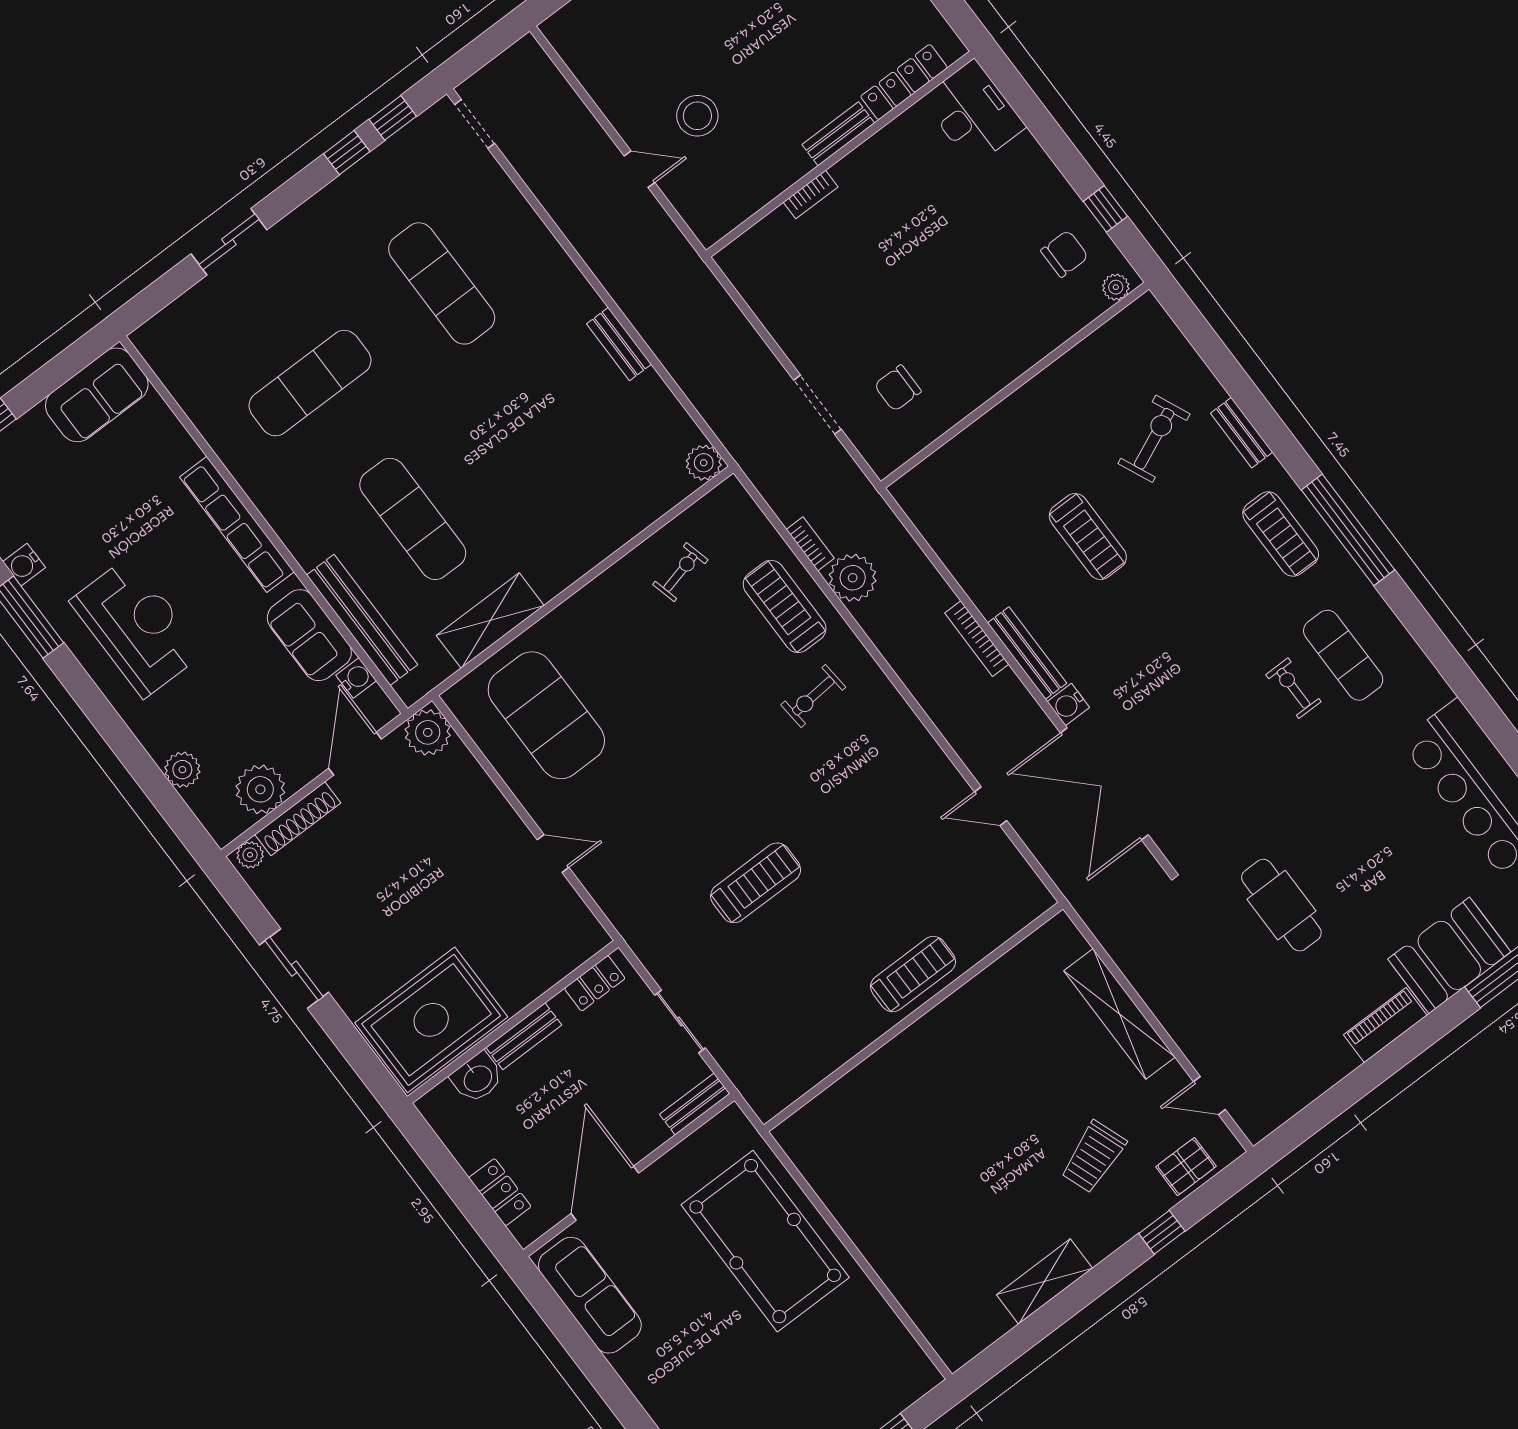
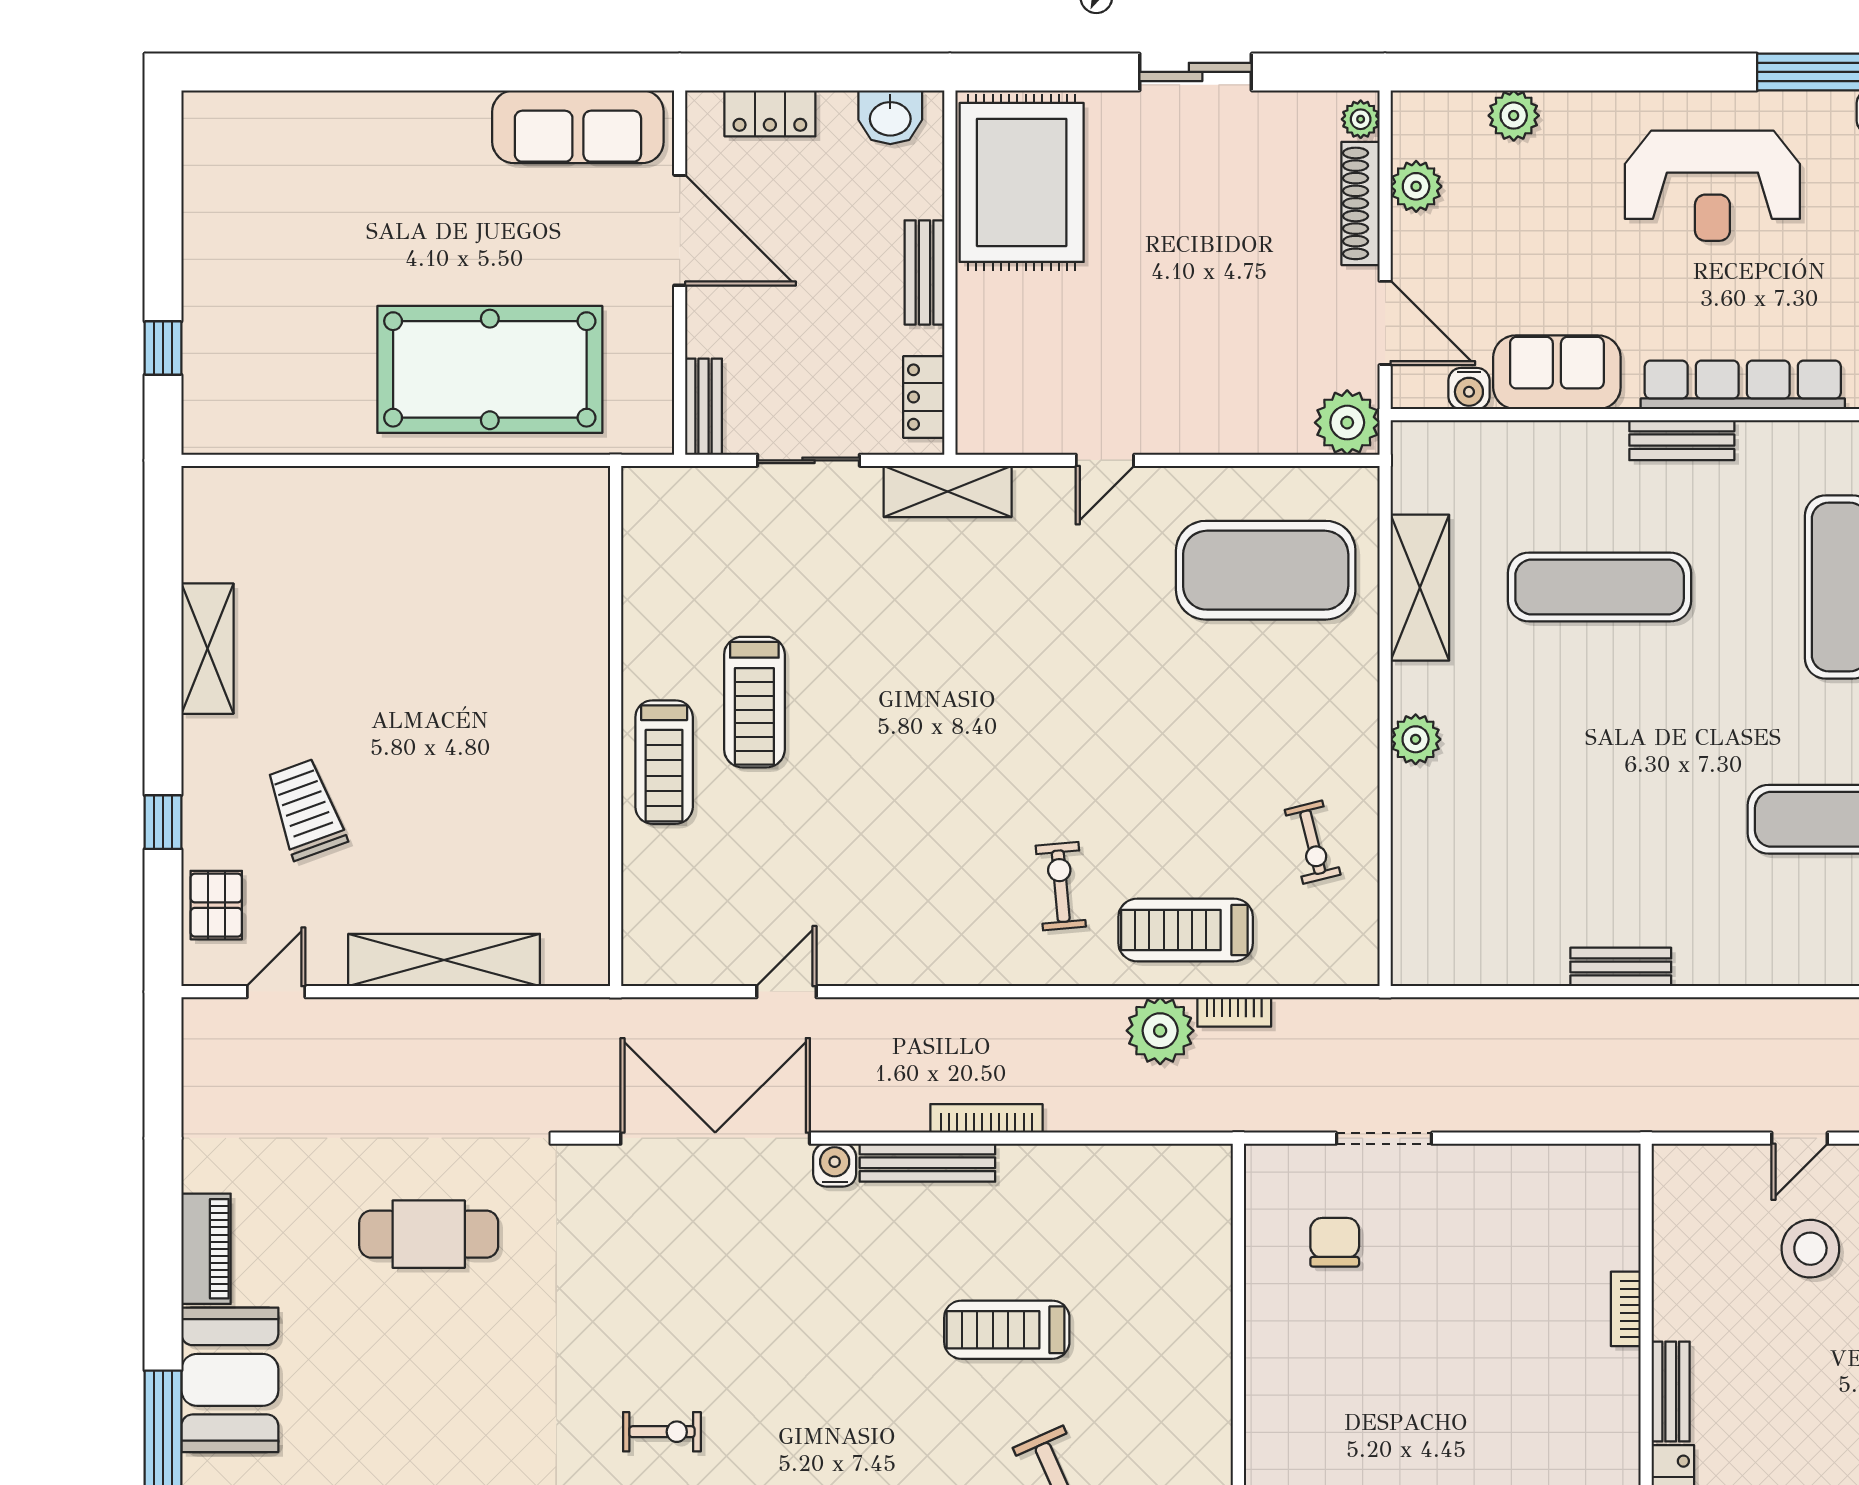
plant: (704, 463) -> (1416, 739), moved
treadmill: (785, 606) -> (1186, 930), turned 180
bench: (362, 620) -> (1682, 440), moved, width x0.54, depth x0.82
plant: (260, 789) -> (1416, 186), width x0.73, depth x0.73
treadmill: (756, 883) -> (754, 702), moved
shelving: (638, 929) -> (948, 491), added
washbasin: (477, 1078) -> (890, 117), moved, turned -90

